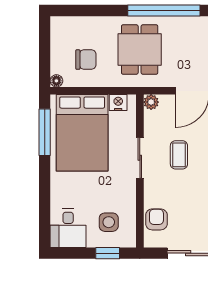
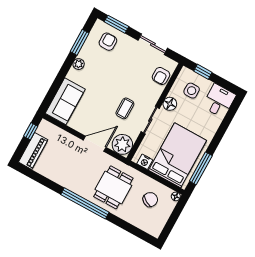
chair: (86, 60) -> (150, 200), turned 121
plant: (151, 102) -> (122, 144), width x1.87, depth x1.87
floor lamp: (127, 191) -> (170, 104), added

